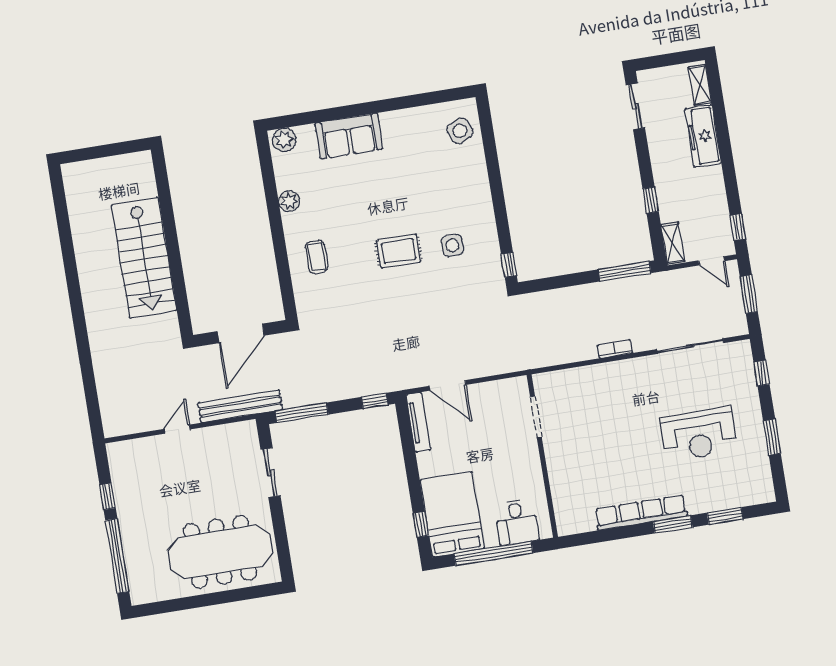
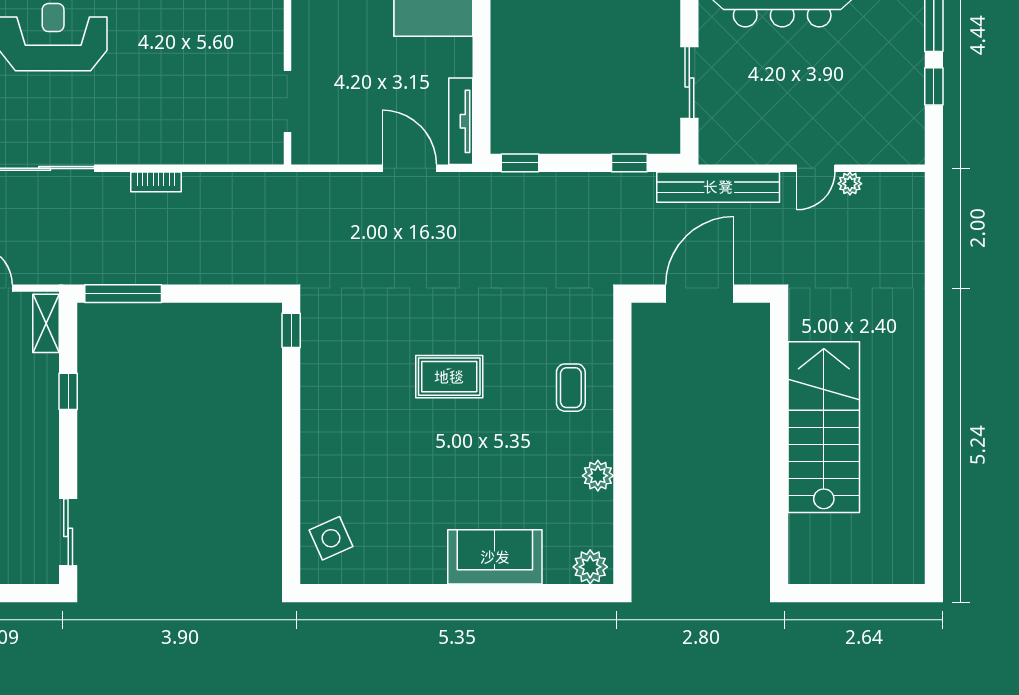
side table: (452, 245) -> (369, 372), removed
window: (302, 413) -> (629, 163), width x0.46
plant: (153, 423) -> (850, 184), added

